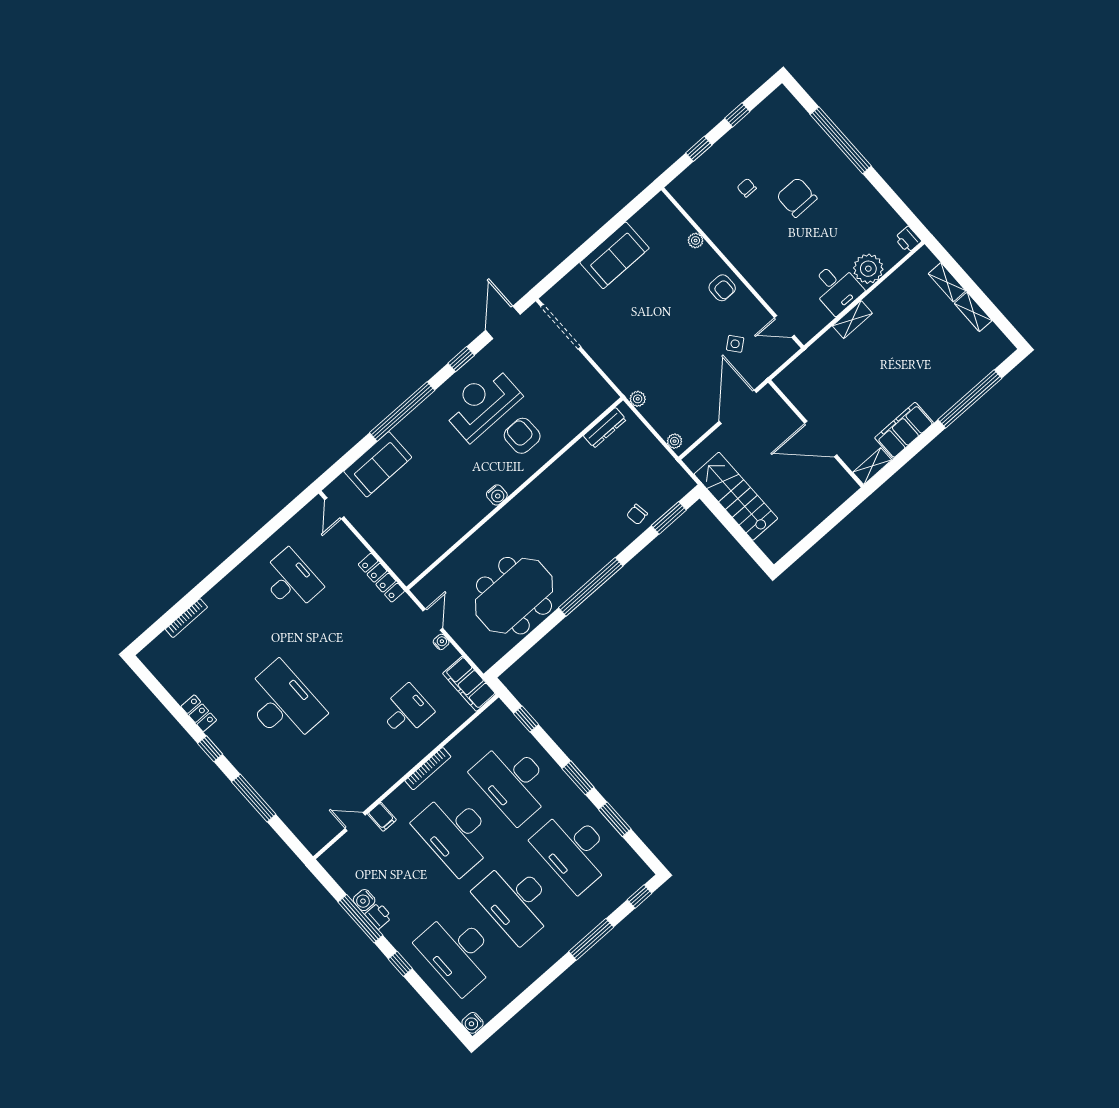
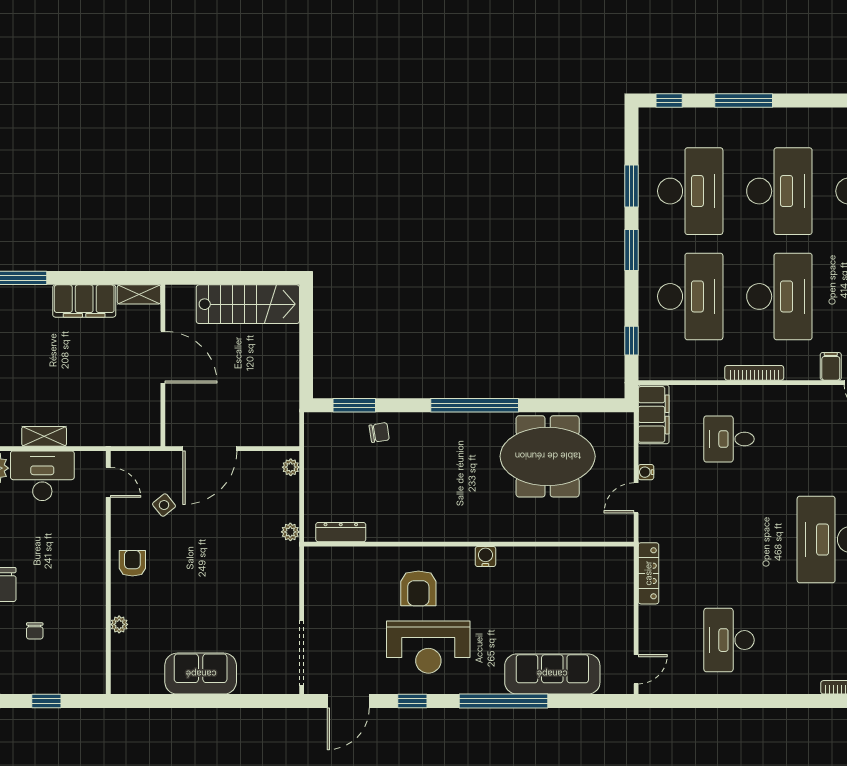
desk: (836, 288) -> (42, 476), width x1.37
sofa: (378, 464) -> (552, 674), width x1.36
stairs: (736, 496) -> (248, 304), moved, turned -90

